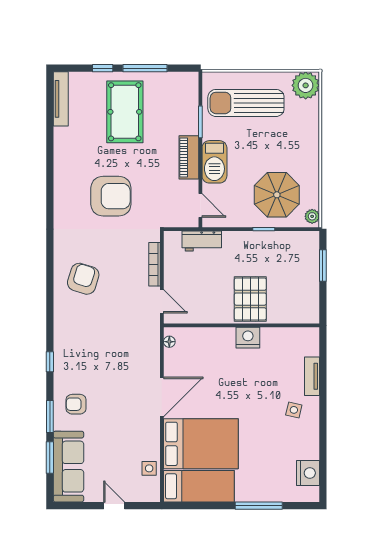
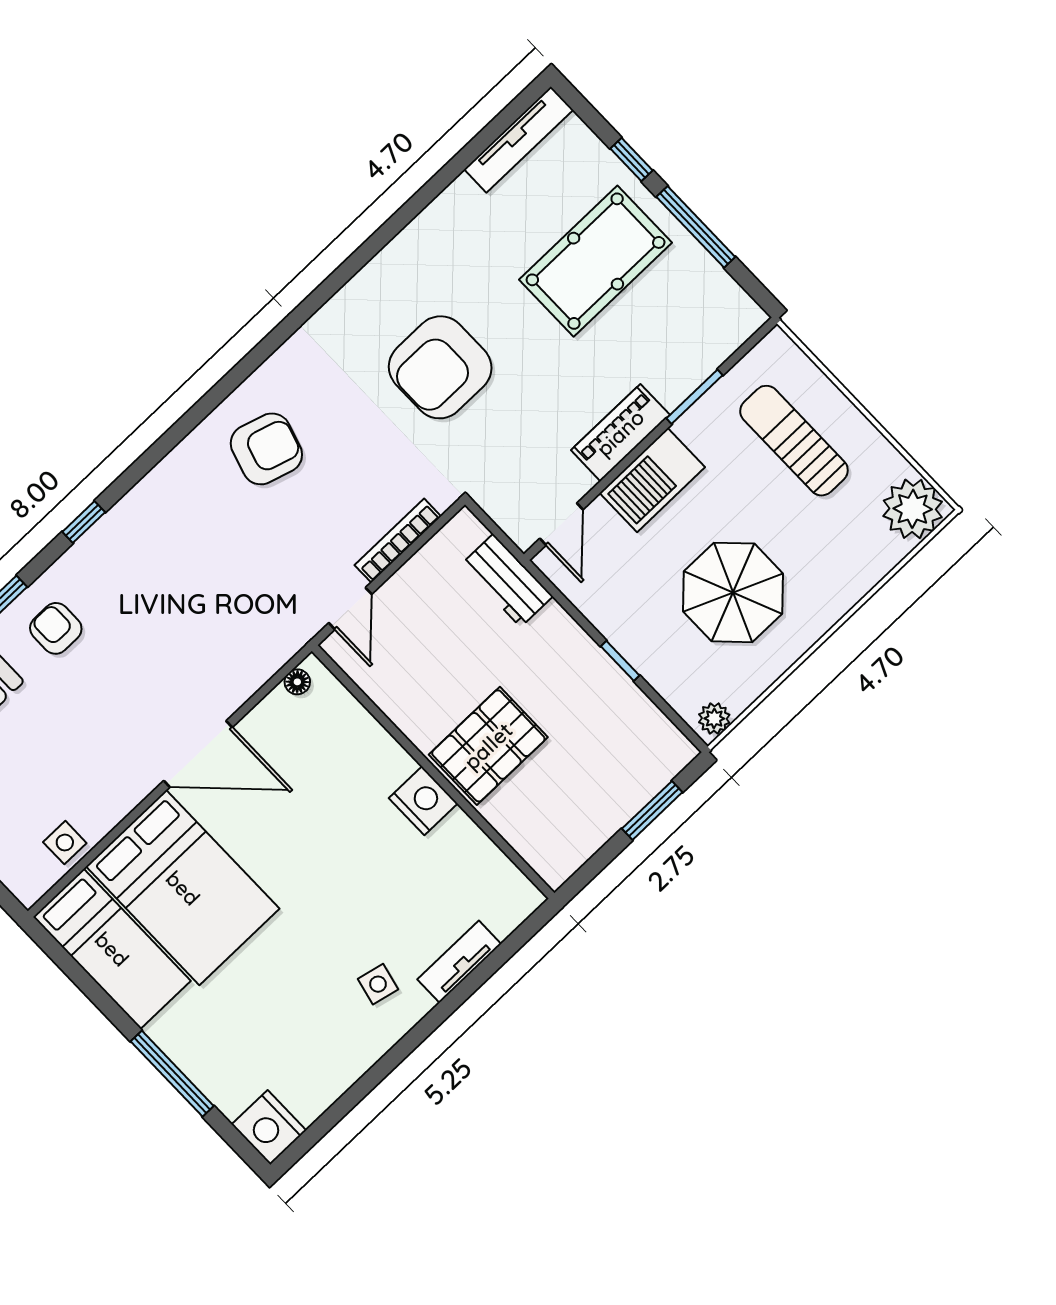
sun lounger: (246, 103) -> (794, 441), width x0.73, depth x0.75
parasol: (277, 195) -> (733, 592), moved
armchair: (111, 196) -> (440, 367), turned 90
nightstand: (308, 473) -> (269, 1127), moved, turned 90

